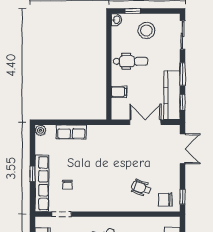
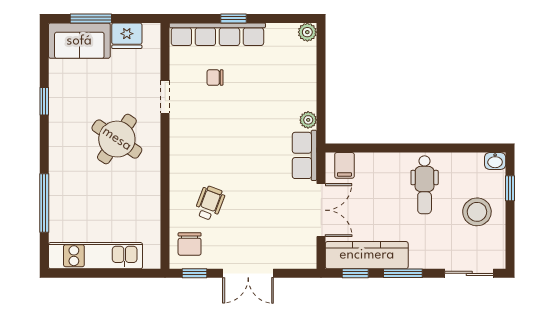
filing cabinet: (119, 92) -> (344, 165), moved
plant: (92, 130) -> (308, 120), added
row of seats: (71, 132) -> (305, 155), moved
double door: (183, 149) -> (248, 273), moved
chair: (165, 200) -> (190, 244), turned 180
doorway: (62, 214) -> (165, 97), moved

